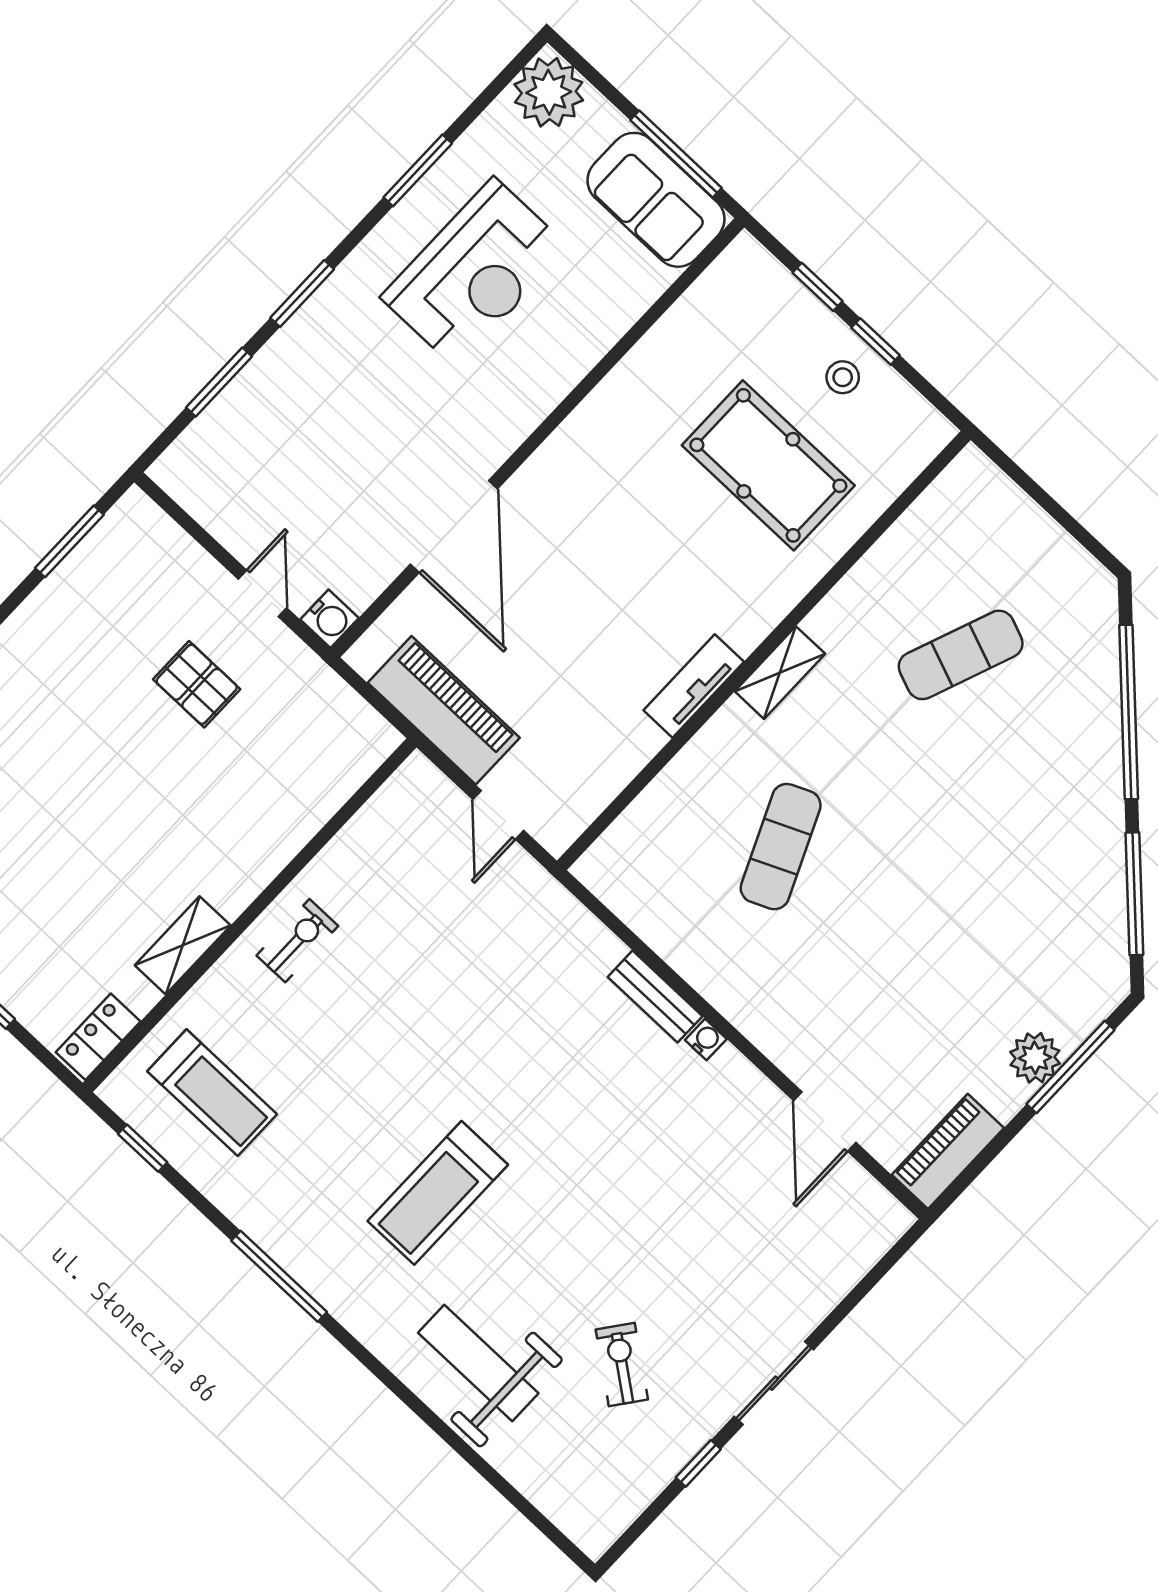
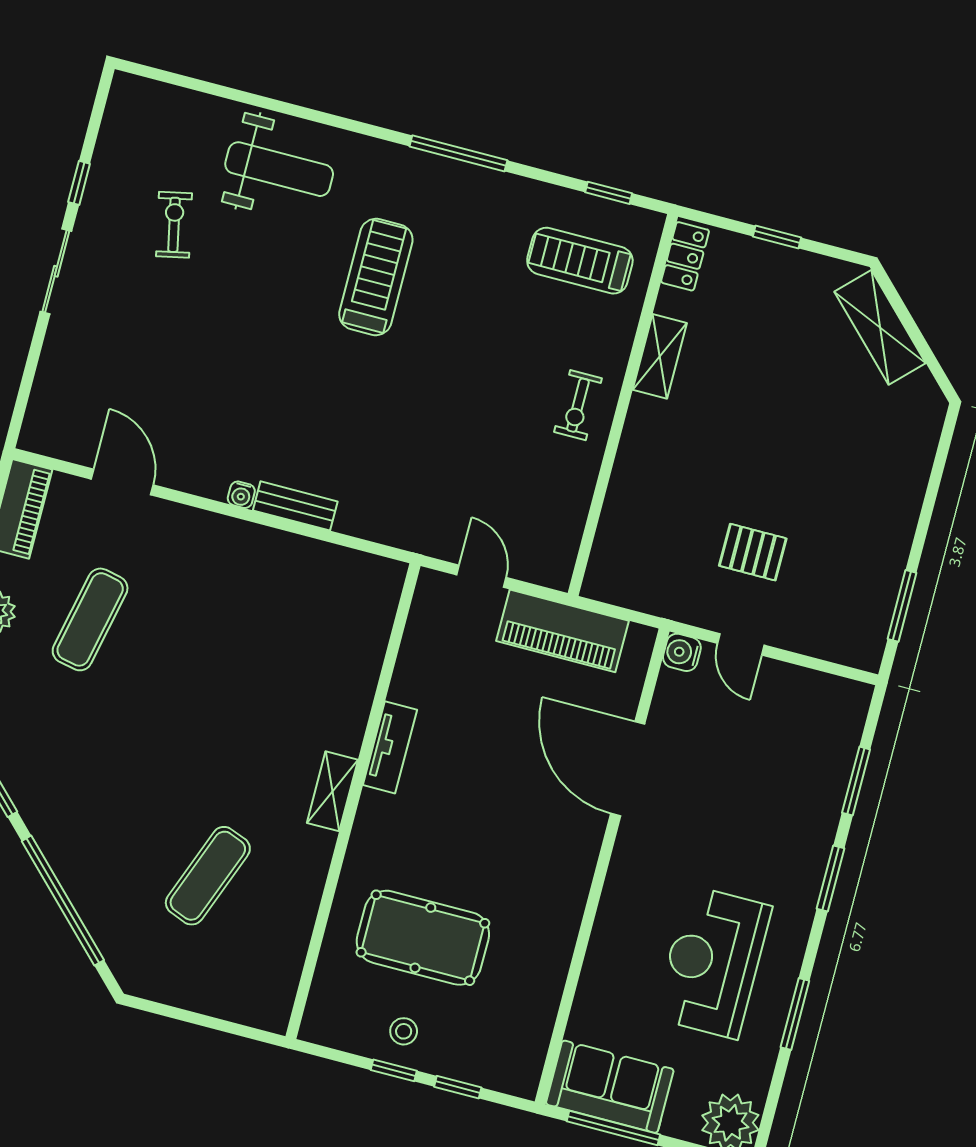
exercise mat: (781, 847) -> (90, 619), moved, turned 36
exercise bike: (622, 1364) -> (174, 225), turned -139

